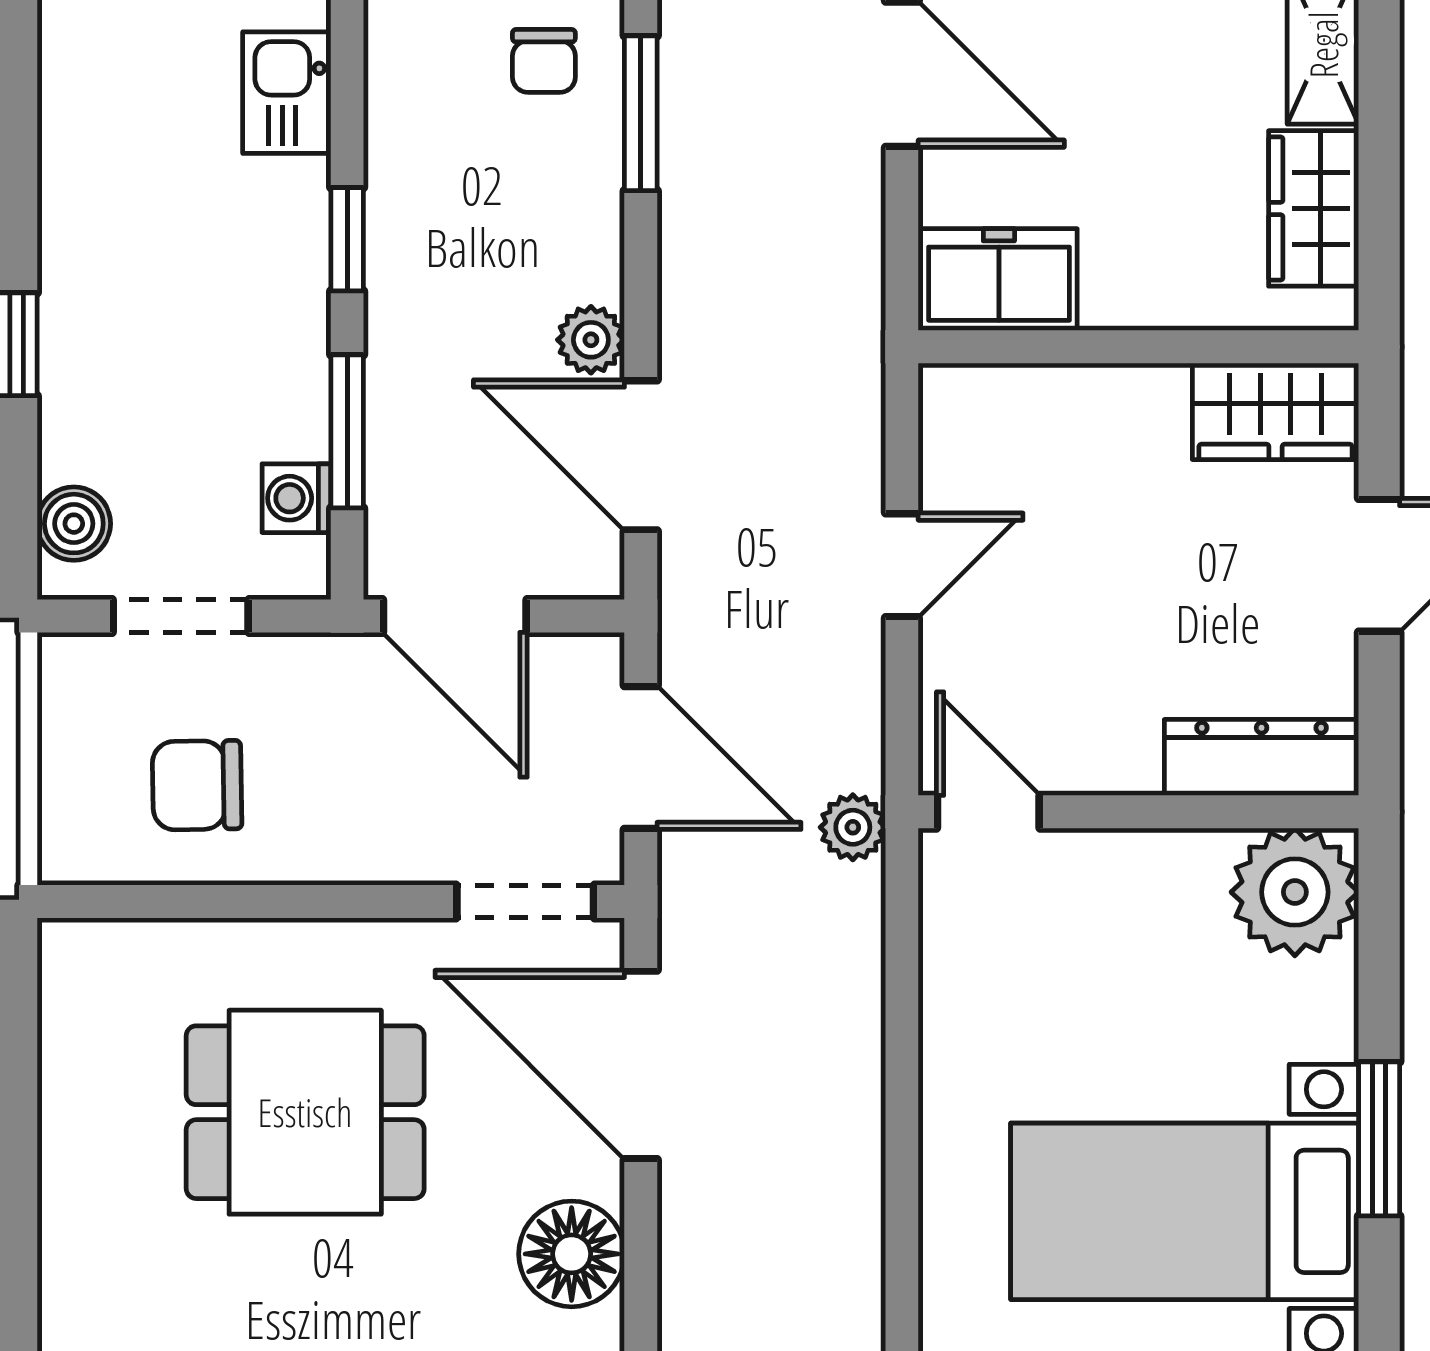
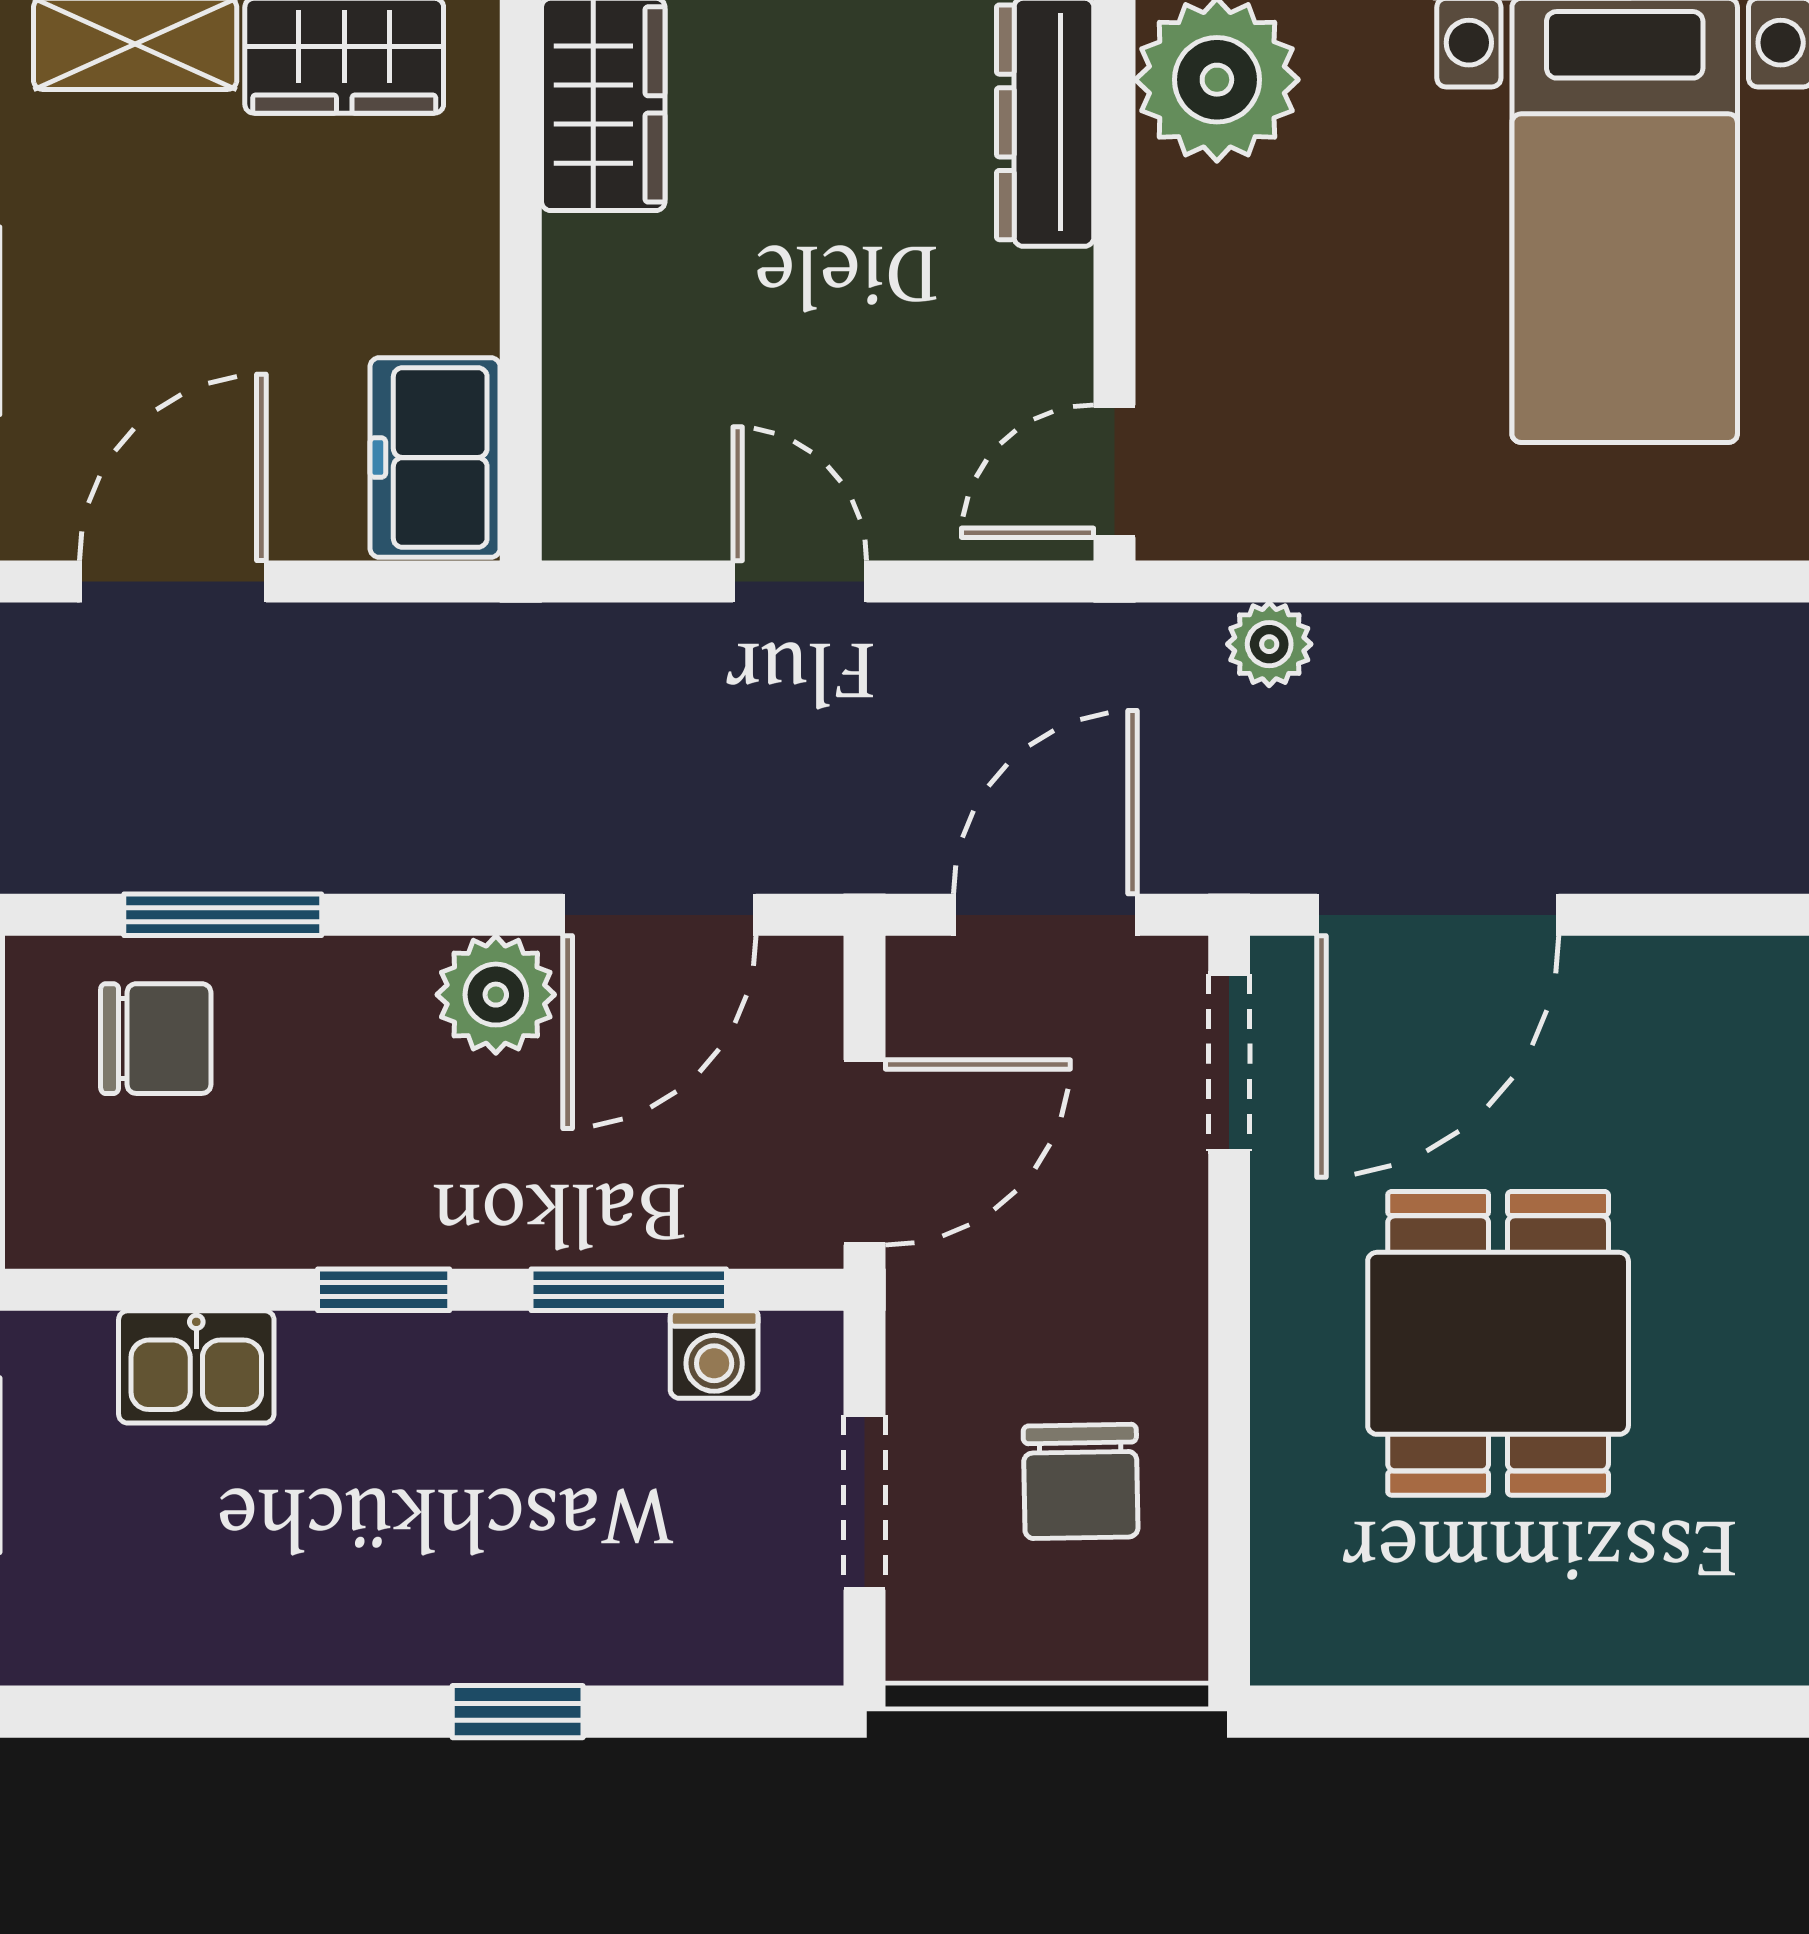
chair: (544, 61) -> (156, 1039), width x1.37, depth x1.37
plant: (591, 340) -> (496, 995), width x1.38, depth x1.38
boiler: (74, 524) -> (747, 1639), removed
plant: (853, 827) -> (1269, 644), moved
floor lamp: (572, 1254) -> (1679, 1003), removed

